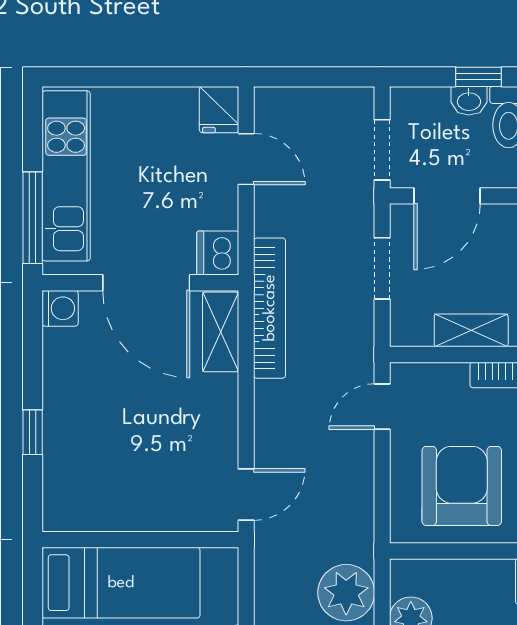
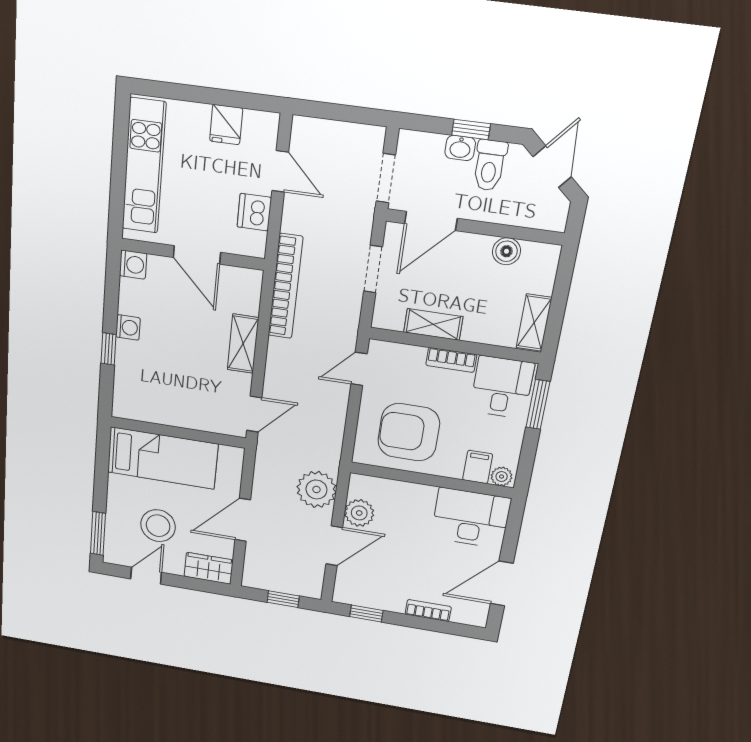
fridge: (219, 110) -> (226, 125), moved
window: (33, 218) -> (117, 195), removed
dishwasher: (218, 253) -> (254, 212), moved
door: (146, 283) -> (197, 255), width x0.73
shelving: (221, 332) -> (243, 344), moved
washing machine: (58, 397) -> (128, 327), added
armchair: (462, 486) -> (409, 432), turned -90

